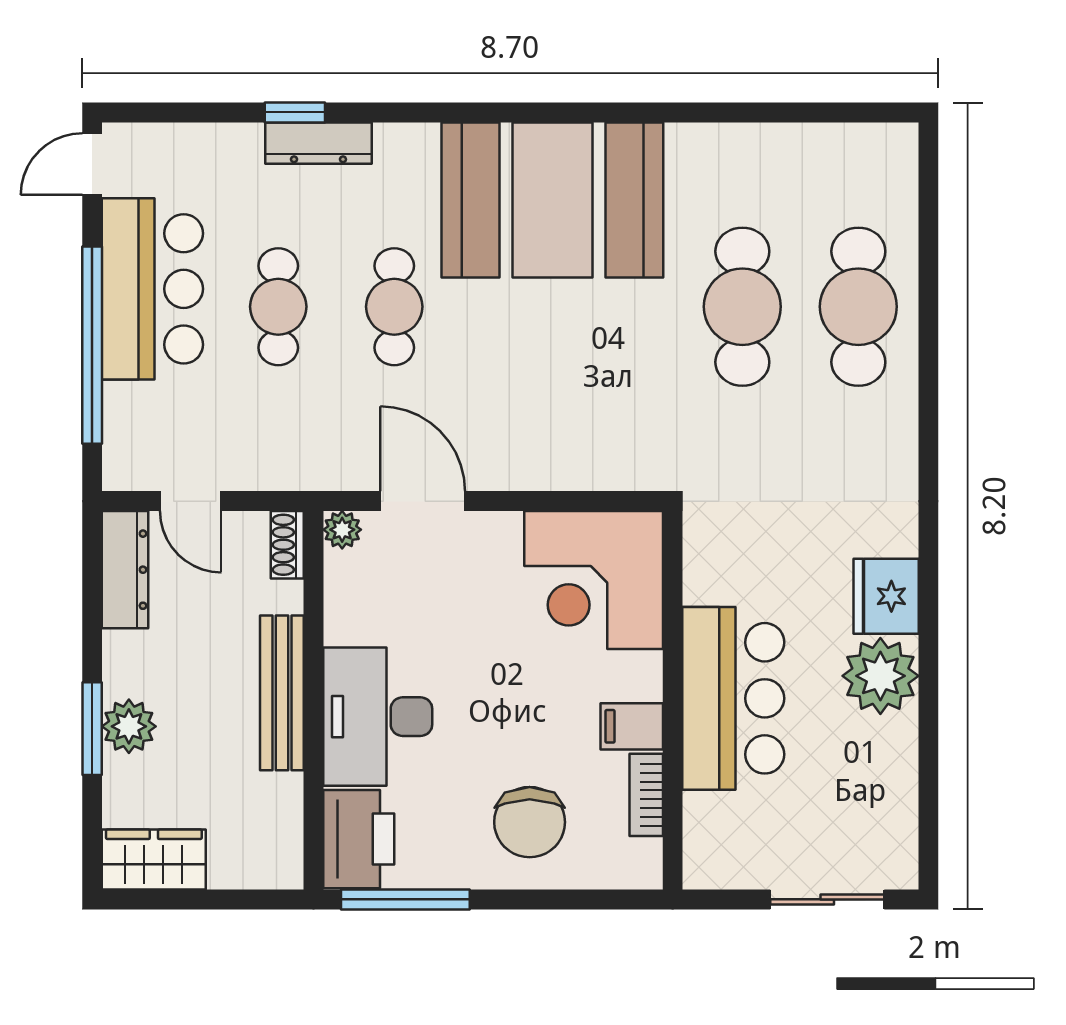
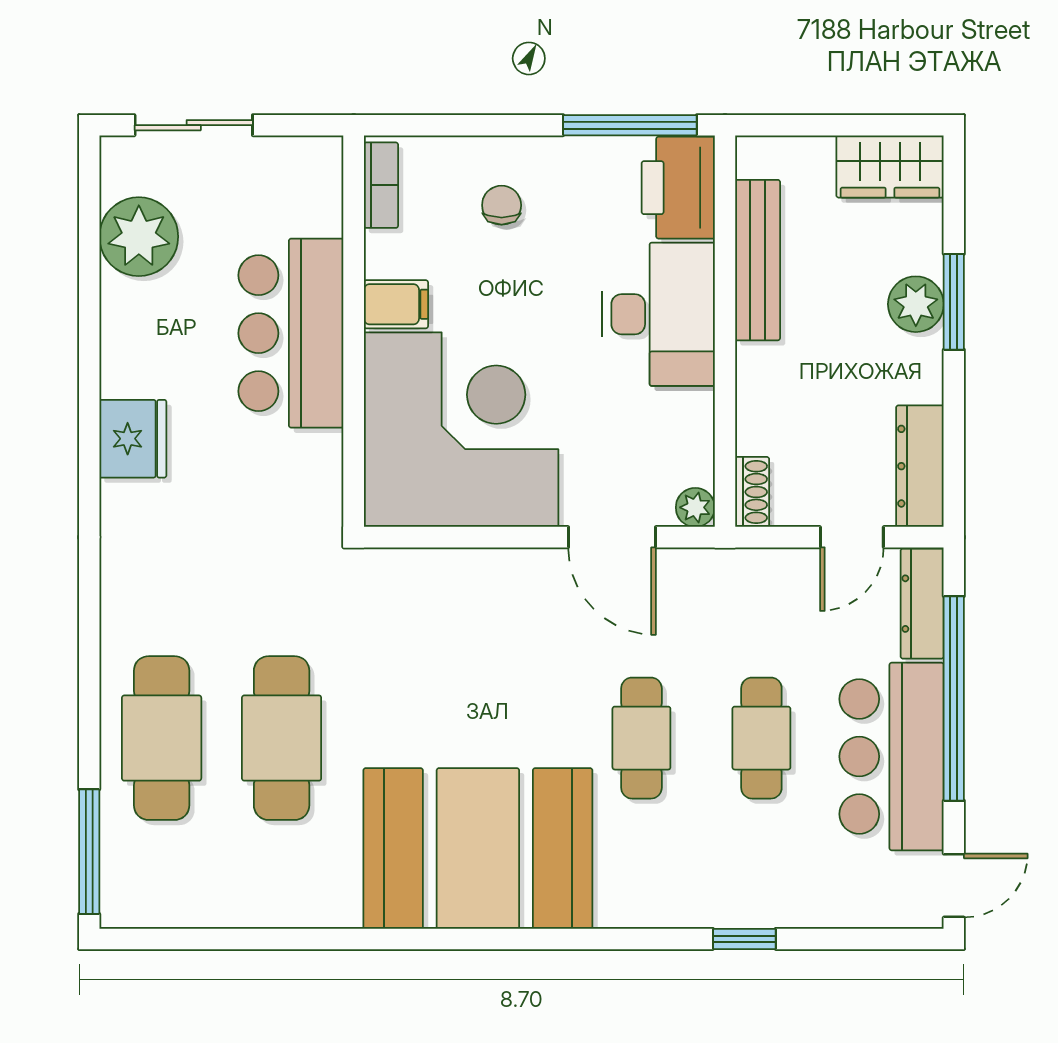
dresser: (318, 143) -> (922, 604), moved, turned -90
window: (928, 197) -> (89, 852), added
door: (191, 501) -> (852, 537), swing flipped
corner desk: (594, 580) -> (461, 430), width x1.36, depth x1.36
plant: (880, 676) -> (139, 237), moved
bench: (282, 693) -> (758, 260), moved
bookcase: (646, 795) -> (381, 185), moved
chair: (530, 822) -> (502, 205), width x0.54, depth x0.54

